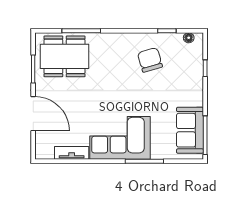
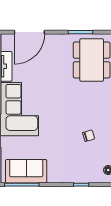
chair: (150, 60) -> (89, 136), width x0.54, depth x0.54
door: (33, 114) -> (29, 32), moved

